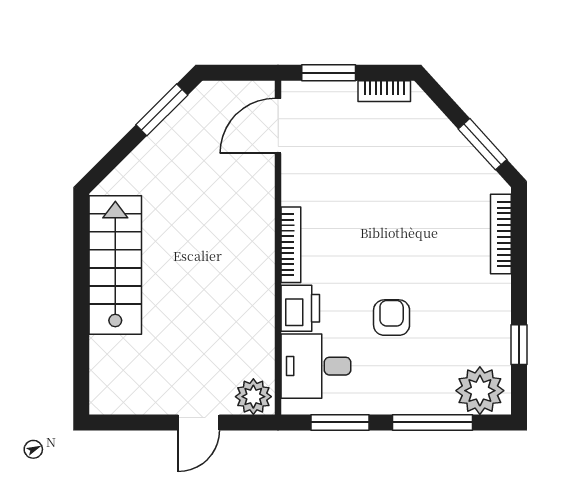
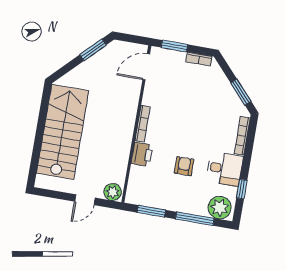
stairs: (115, 265) -> (63, 132), width x1.36, depth x1.51
desk: (316, 366) -> (225, 169), moved, turned 180

